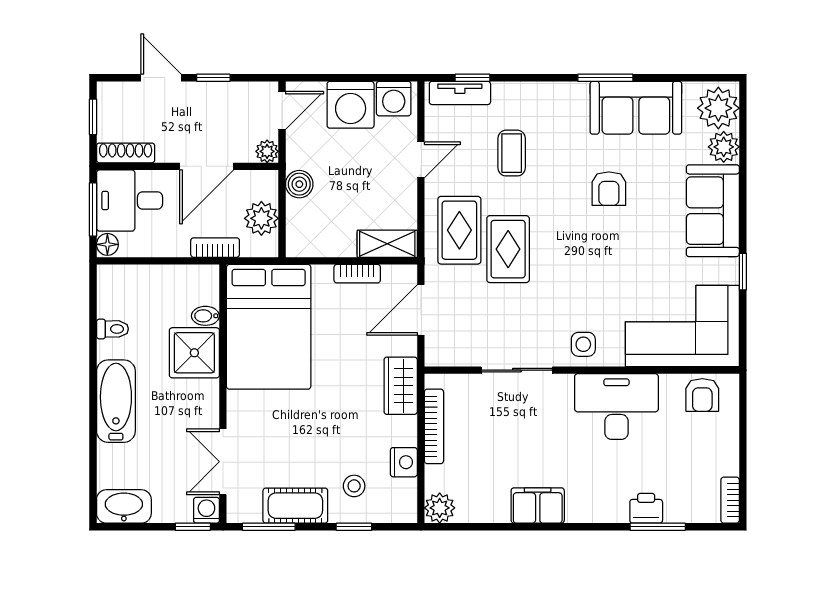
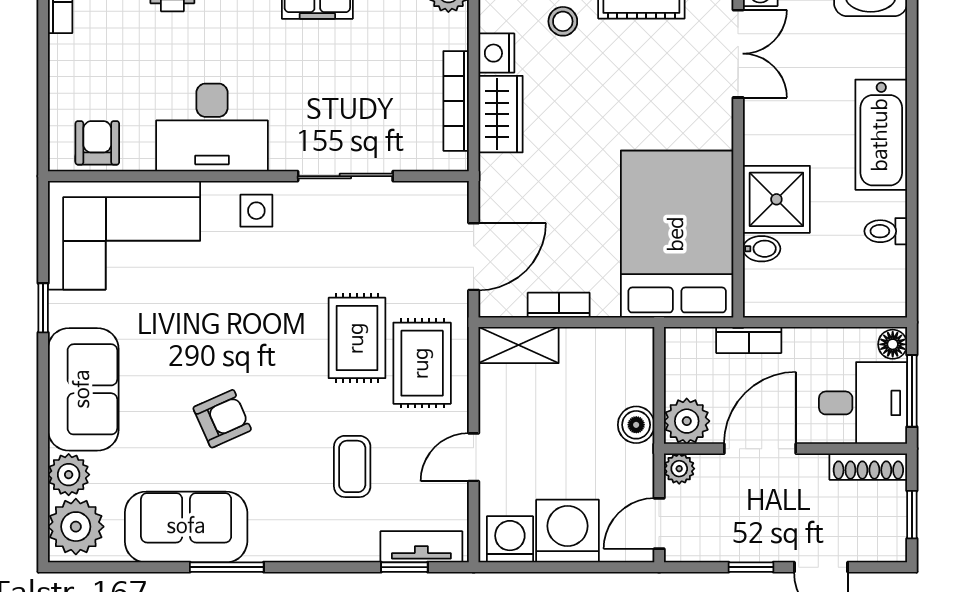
armchair: (609, 189) -> (222, 419), turned 66
plant: (261, 218) -> (687, 421), moved
wardrobe: (401, 386) -> (501, 114), moved

